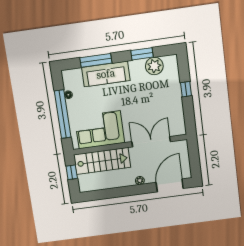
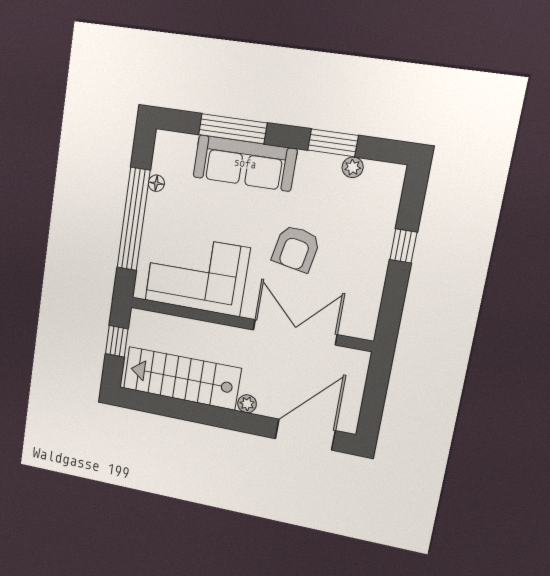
plant: (154, 66) -> (353, 167), width x0.53, depth x0.53
armchair: (140, 105) -> (296, 248), added
stairs: (102, 161) -> (182, 378), moved, turned 180

